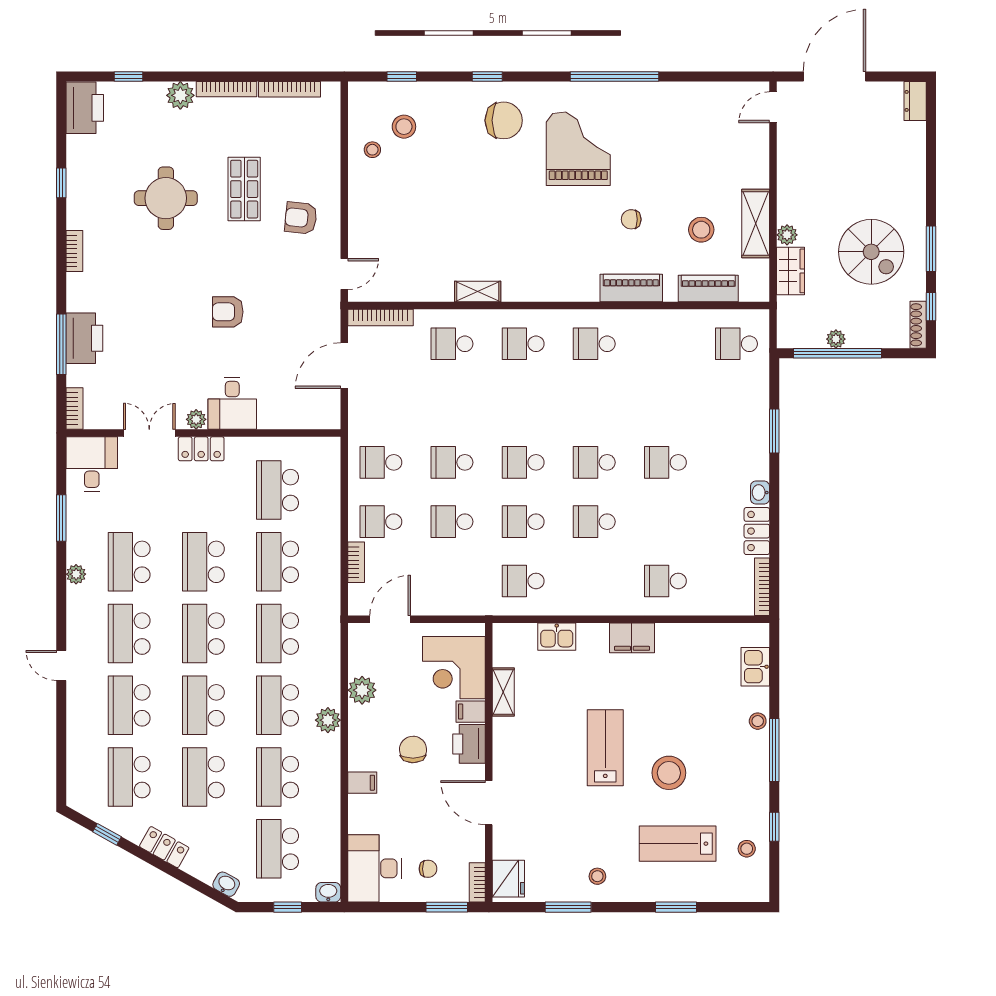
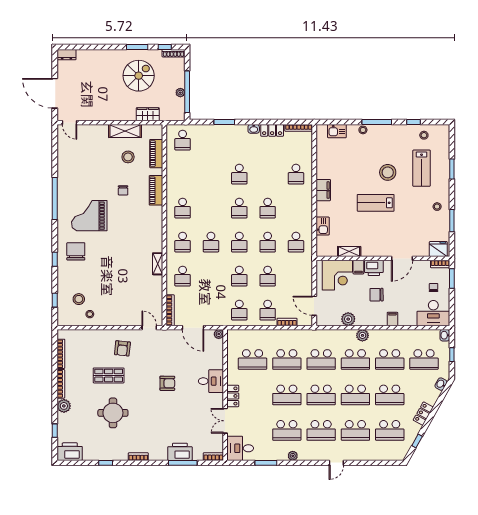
plant: (787, 235) -> (131, 116), removed
armchair: (228, 312) -> (167, 383), turned -90
school desk: (523, 403) -> (211, 242), added
plant: (196, 419) -> (219, 334), moved

